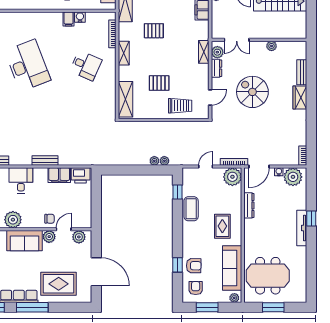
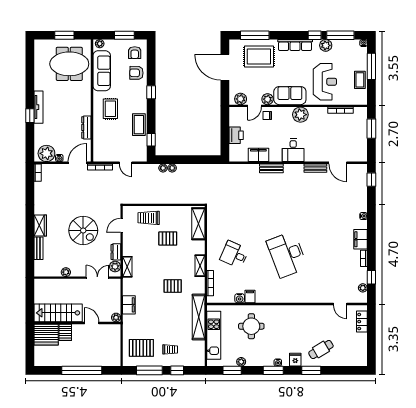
door: (206, 167) -> (126, 163), hinge flipped
printer: (81, 175) -> (236, 135), moved, turned 90
plant: (232, 177) -> (101, 153), removed
window: (178, 265) -> (151, 92), moved
window: (32, 307) -> (255, 35), moved

